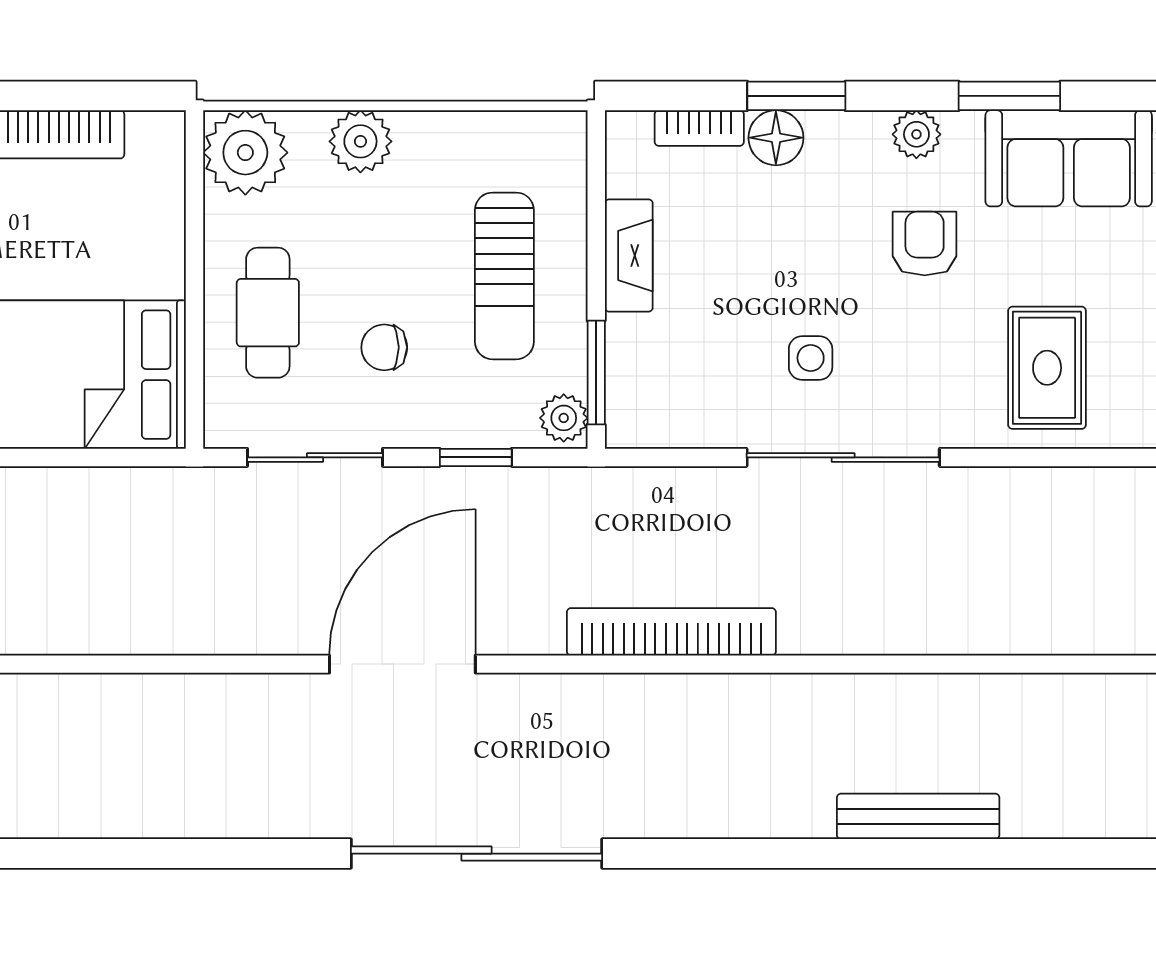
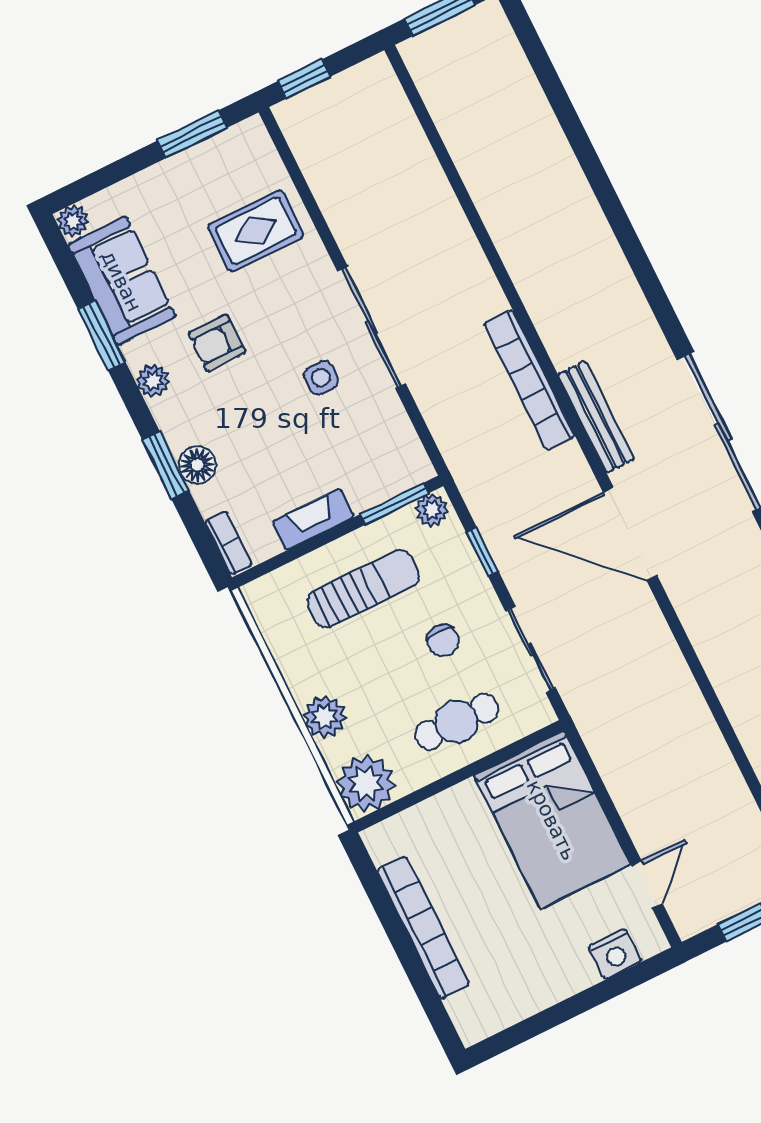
bookcase: (699, 128) -> (229, 543), moved
bench: (918, 816) -> (596, 417), moved

